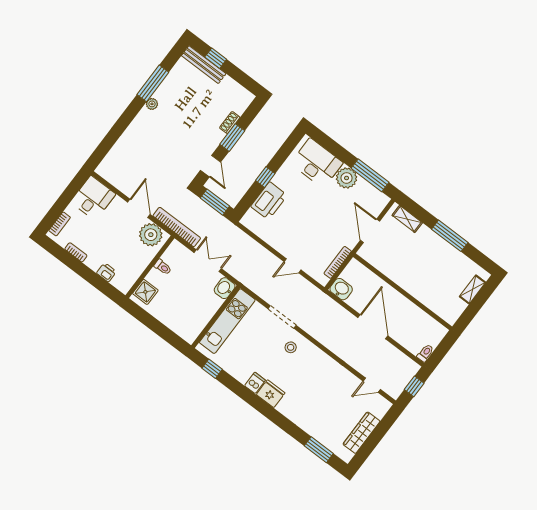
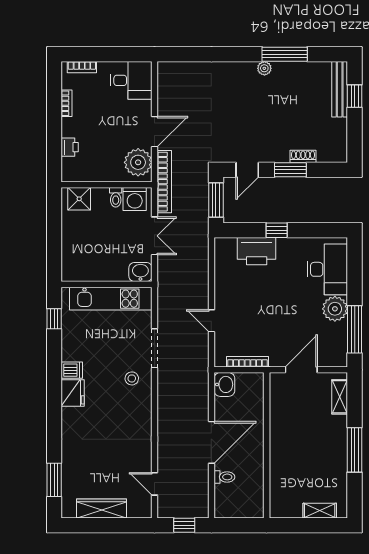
washing machine: (173, 255) -> (135, 199), added
toilet: (425, 353) -> (224, 477), moved

